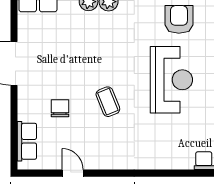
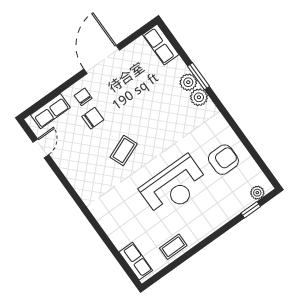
chair: (35, 103) -> (83, 97), added
door: (73, 173) -> (41, 148), moved

